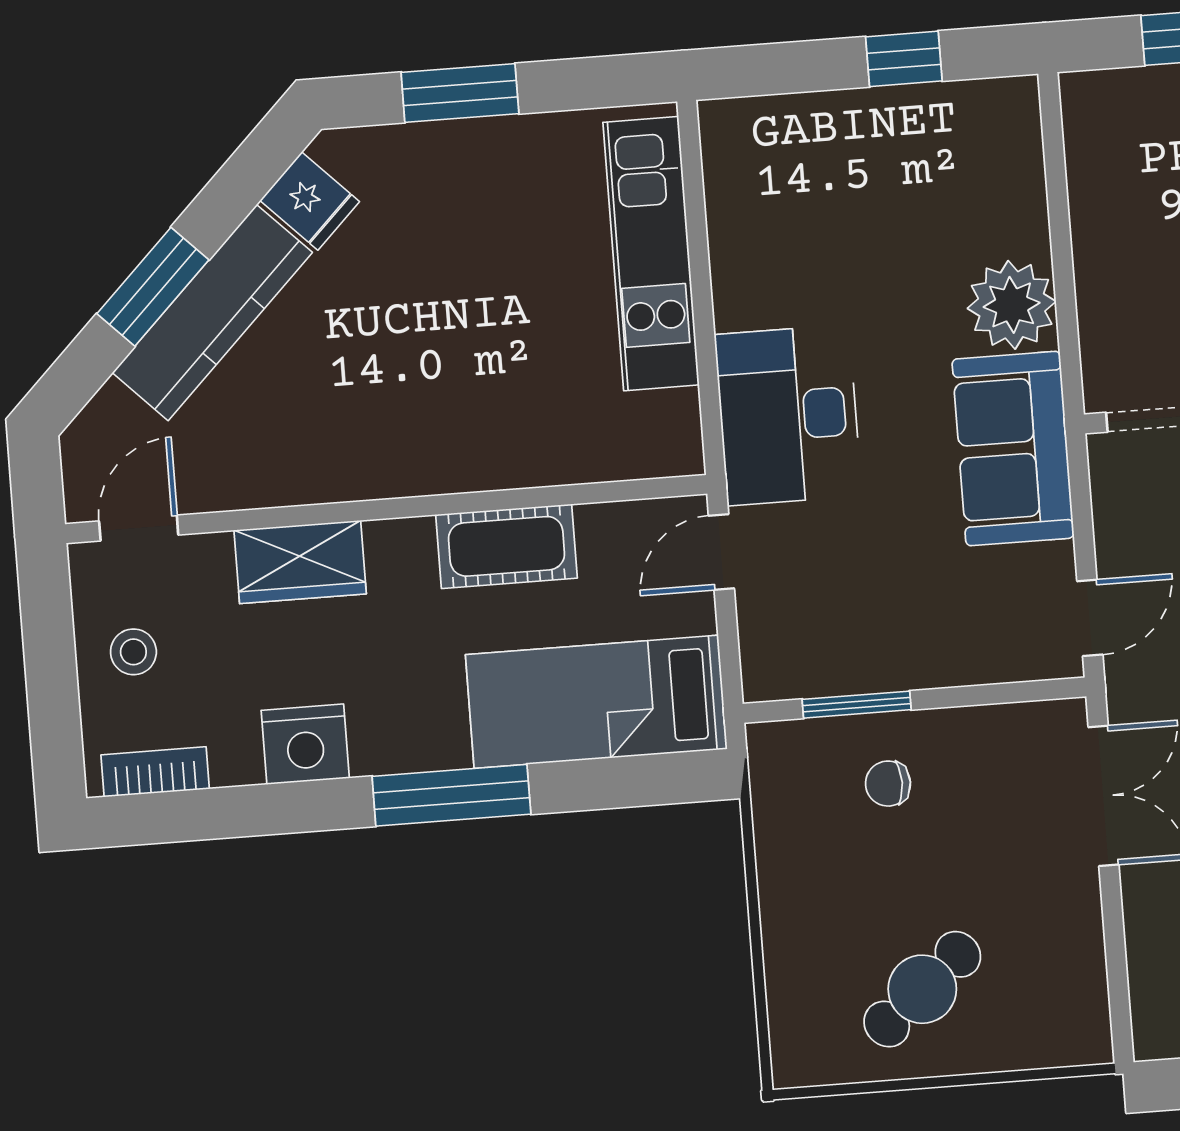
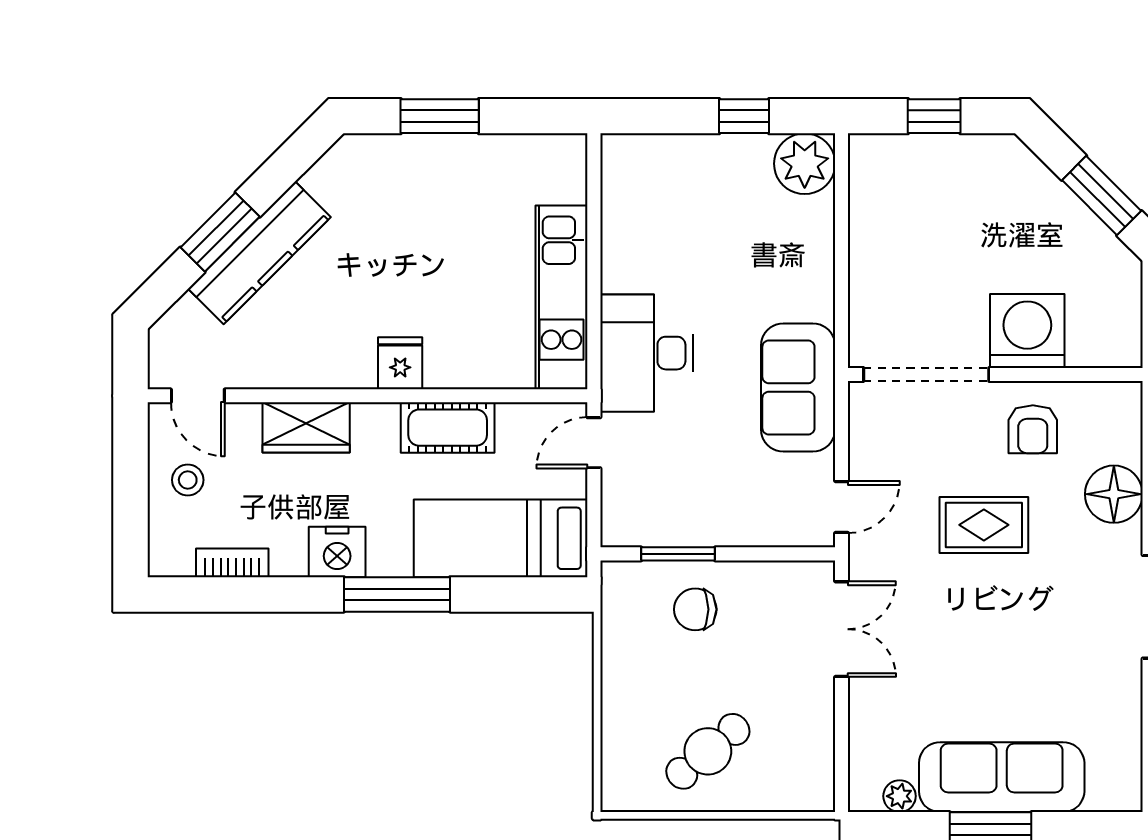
fridge: (310, 201) -> (400, 363), moved, turned -135
kitchen unit: (651, 254) -> (561, 297), moved
plant: (1012, 305) -> (805, 164), moved
door: (139, 528) -> (198, 396), swing flipped
nightstand: (305, 744) -> (337, 552), moved
bookcase: (155, 772) -> (232, 563), moved
chair: (888, 784) -> (695, 609), width x1.37, depth x1.37

